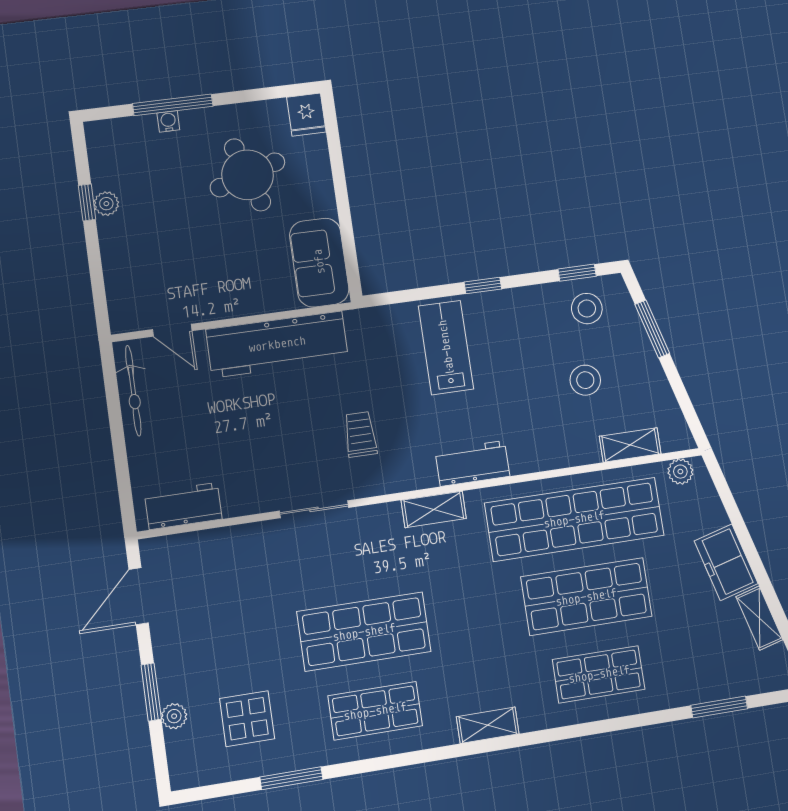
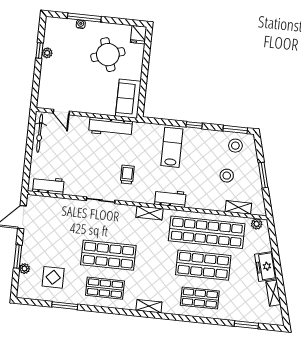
window: (577, 273) -> (235, 129), width x1.50
window: (652, 329) -> (263, 175), moved
workbench: (277, 344) -> (110, 127), width x0.73, depth x0.76

